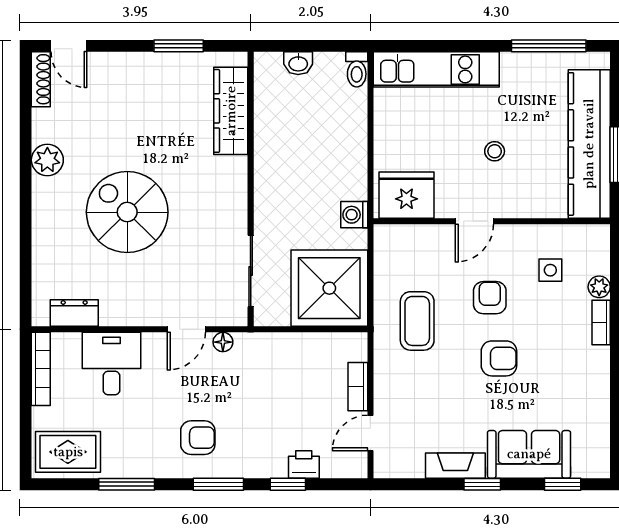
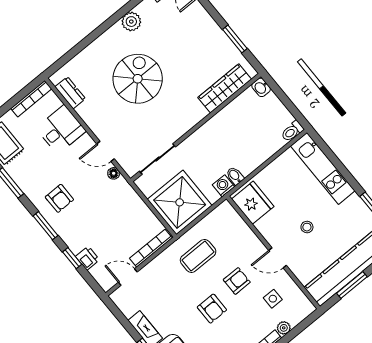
washbasin: (298, 63) -> (261, 87), moved
bidet: (353, 189) -> (235, 176), added
door: (474, 221) -> (278, 258), moved
bookcase: (358, 387) -> (151, 248), width x1.56

